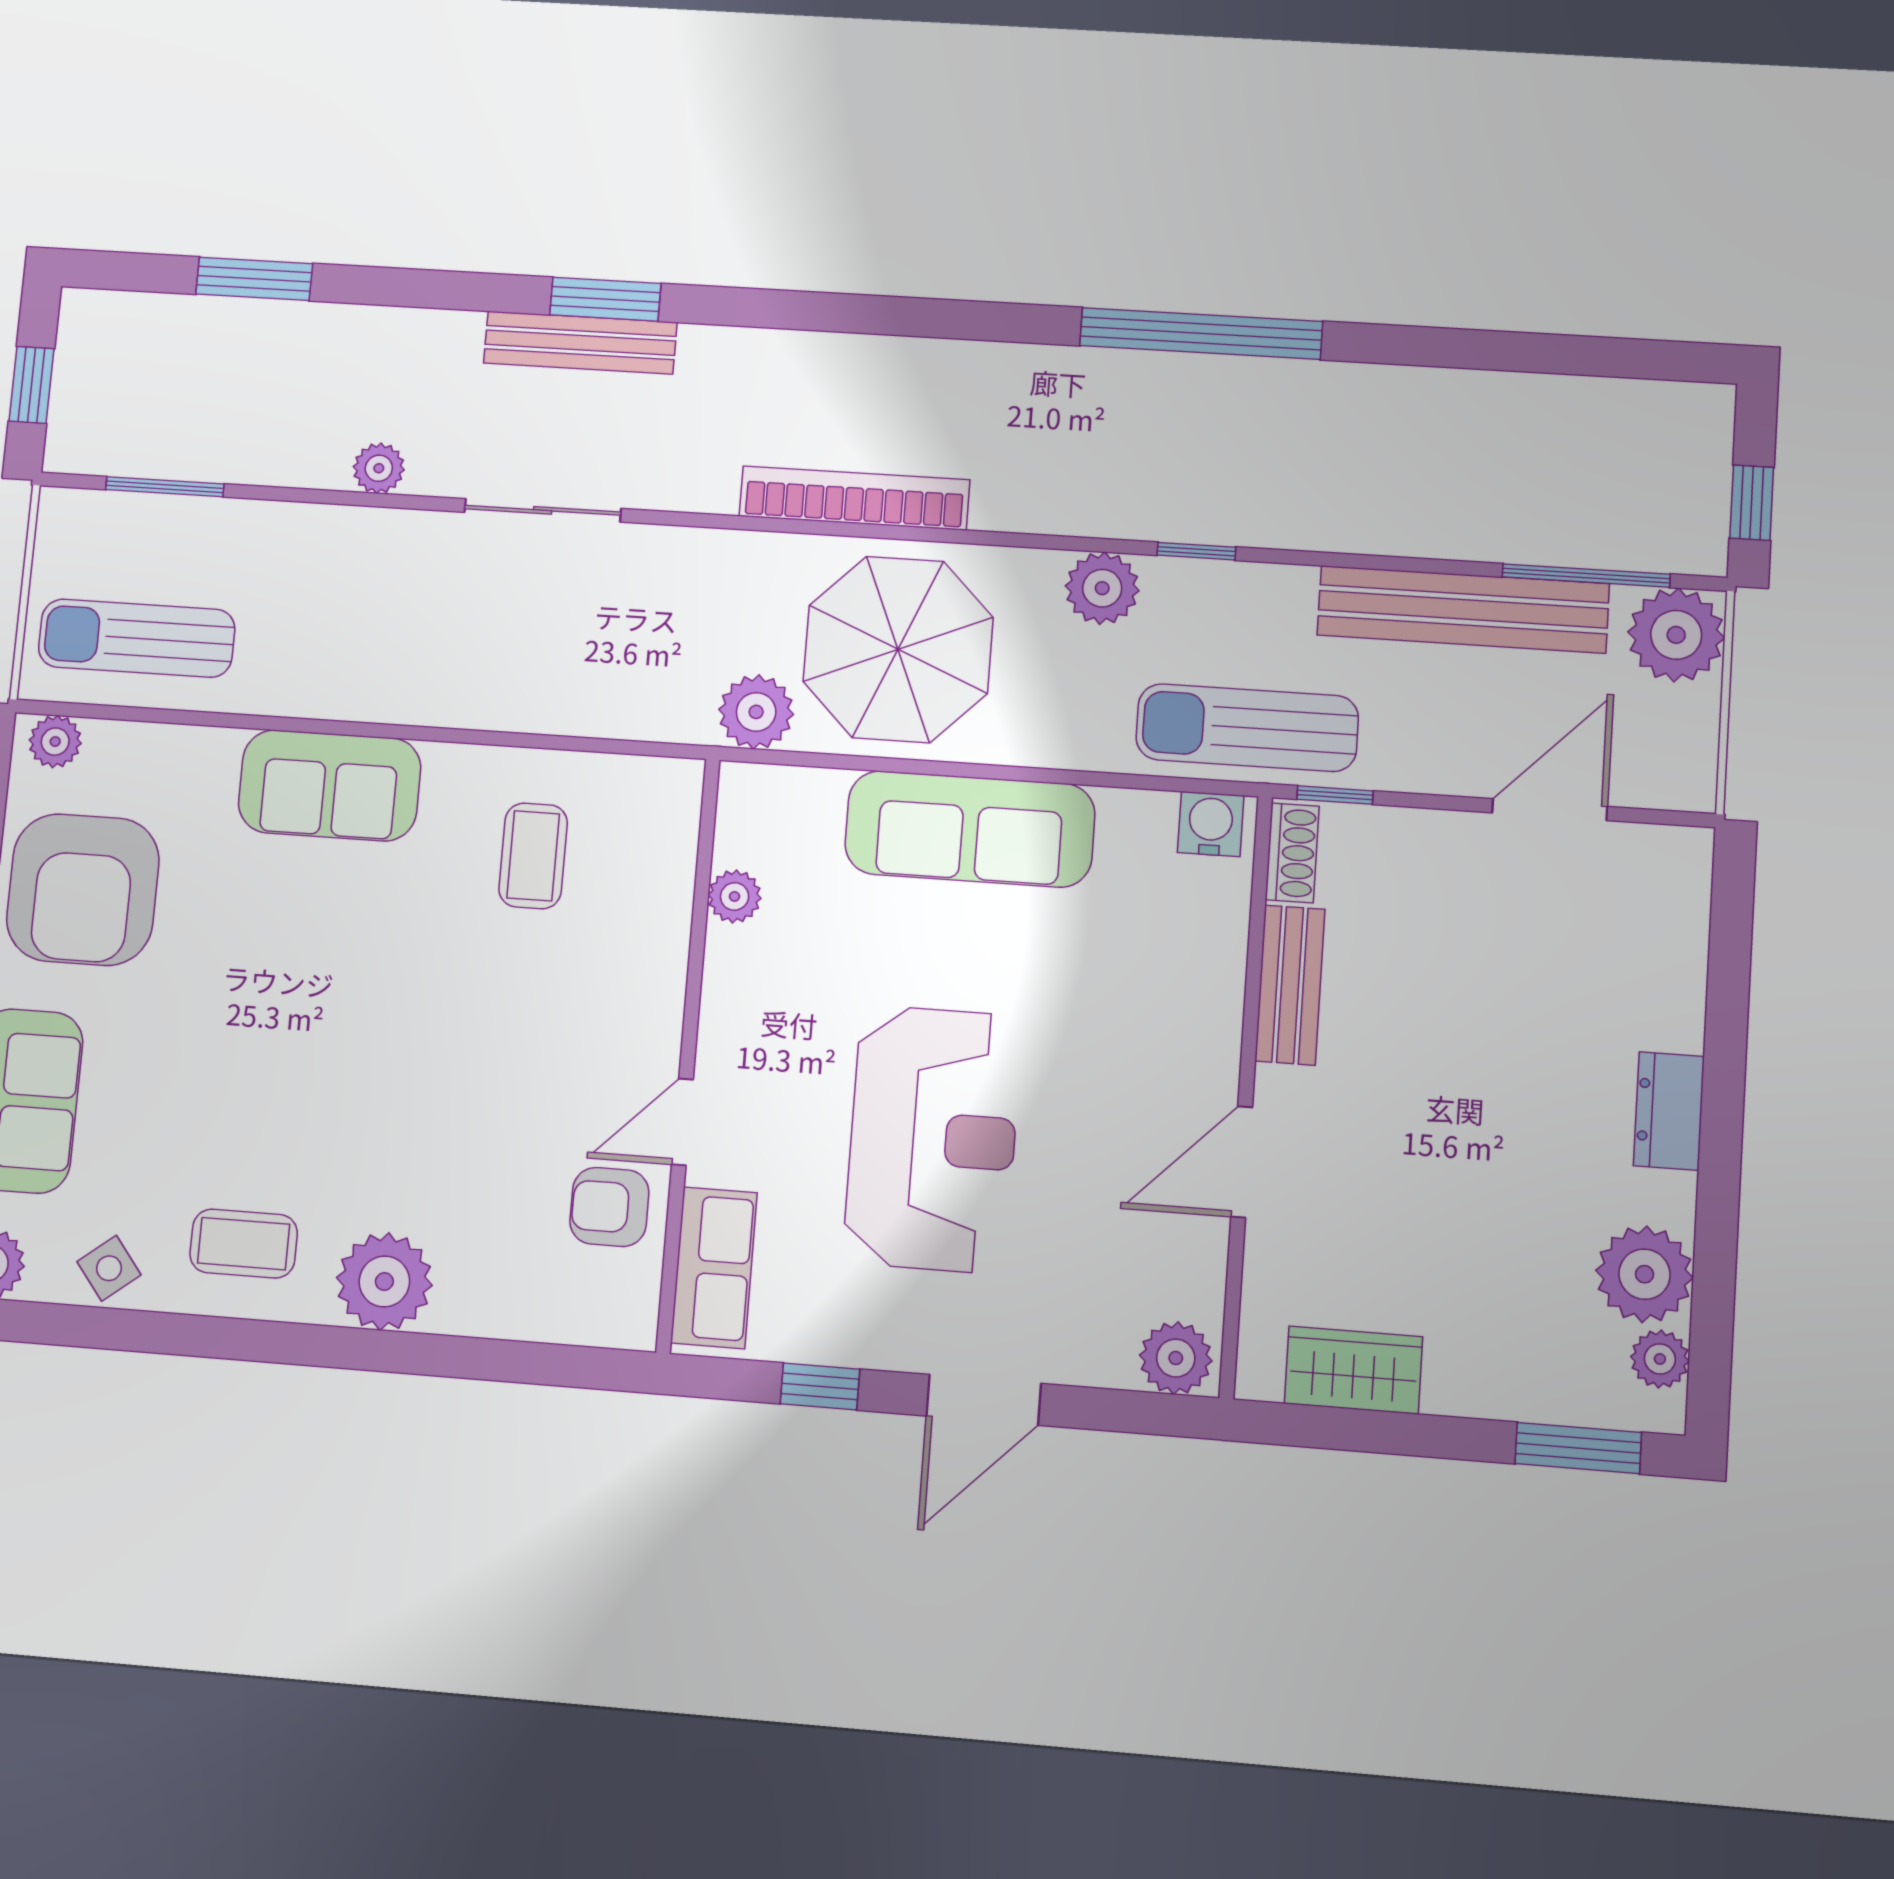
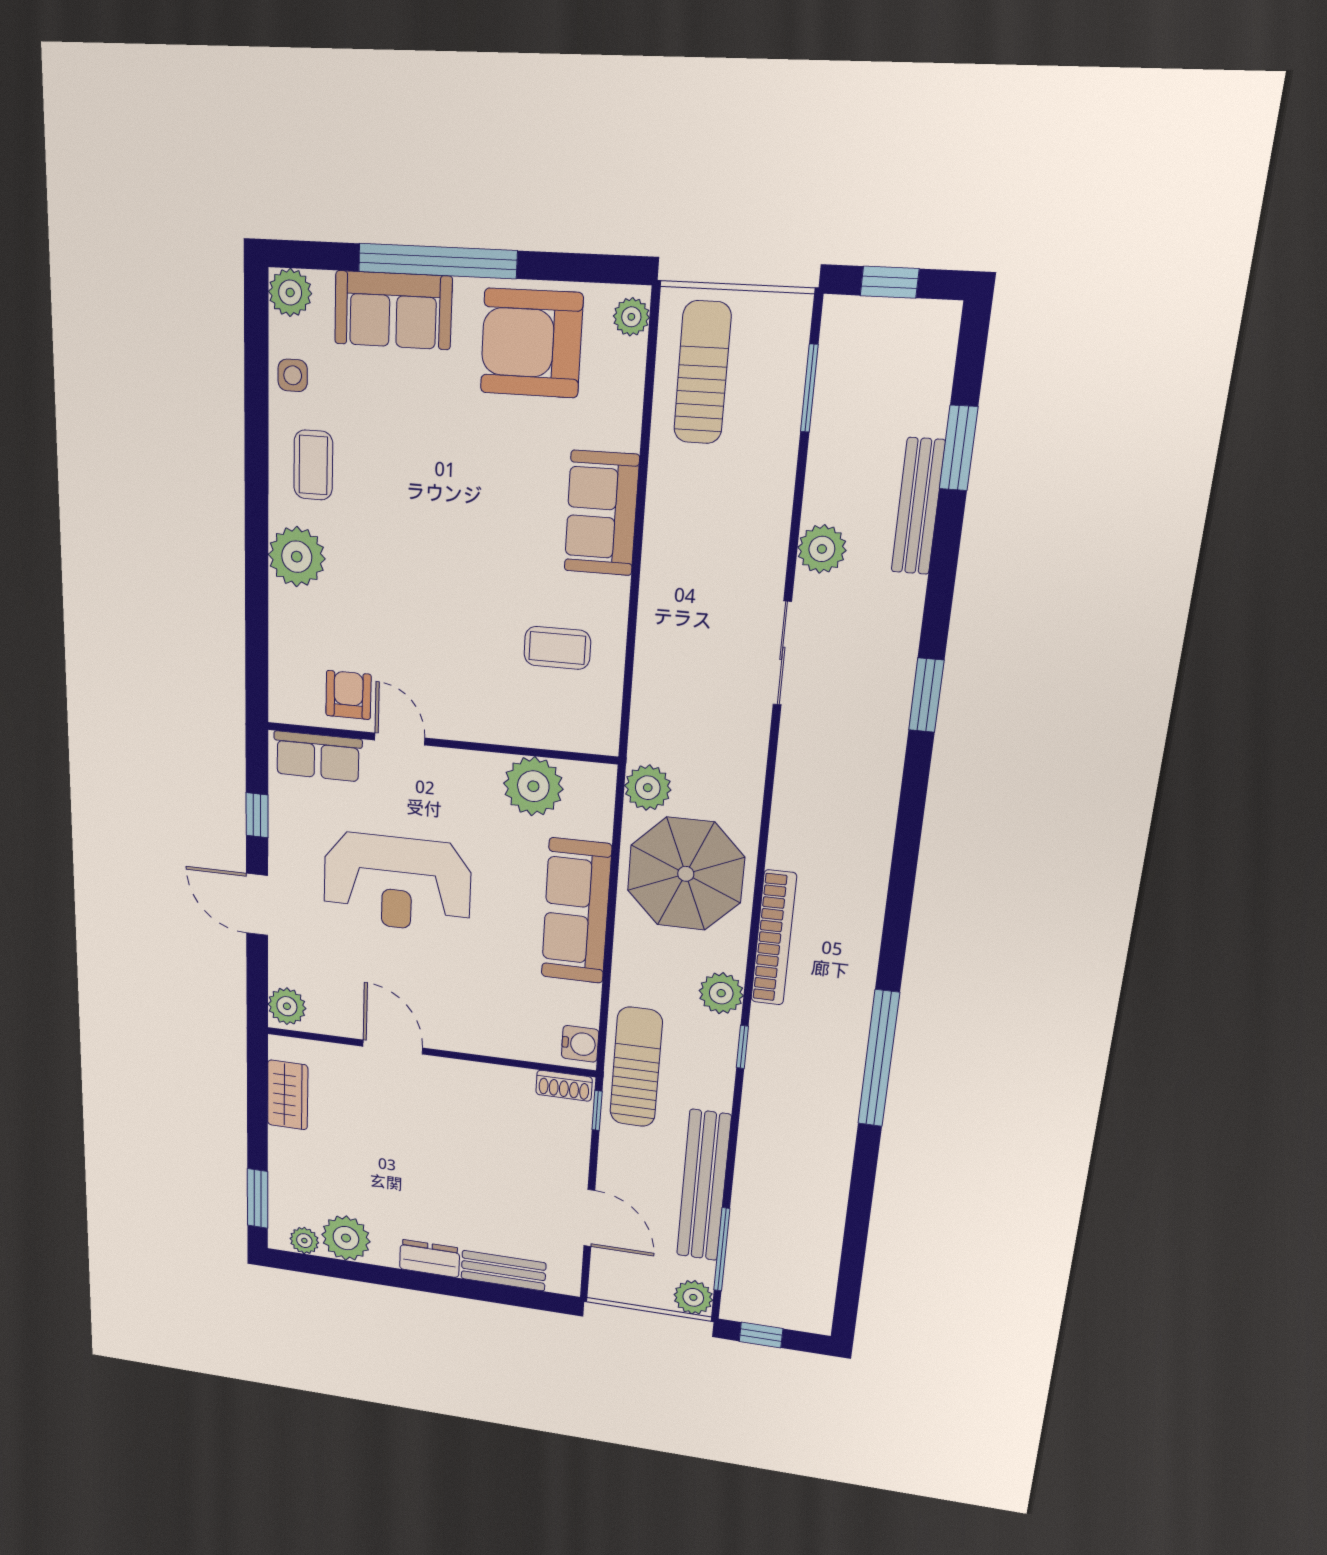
bench: (580, 343) -> (918, 506), moved
plant: (379, 468) -> (822, 549), width x1.38, depth x1.38
bookcase: (854, 498) -> (774, 938), moved
plant: (1676, 635) -> (693, 1297), width x0.73, depth x0.73
plant: (735, 896) -> (533, 786), width x1.87, depth x1.87
bench: (1290, 985) -> (503, 1271), moved
side table: (109, 1268) -> (293, 375), turned 38

